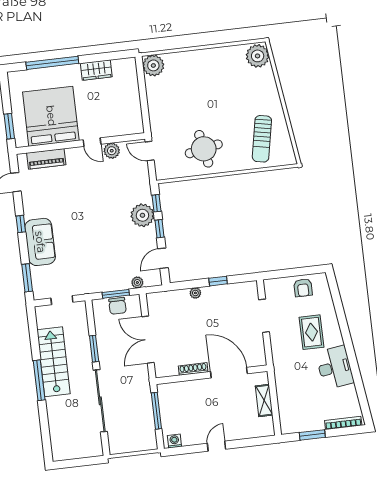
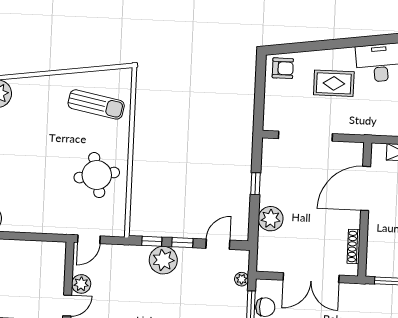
door: (163, 258) -> (218, 244), swing flipped
armchair: (303, 288) -> (283, 68), moved
plant: (195, 293) -> (271, 219), width x1.87, depth x1.87
doorway: (264, 316) -> (305, 136), width x1.36
shoe rack: (193, 369) -> (354, 247), moved

